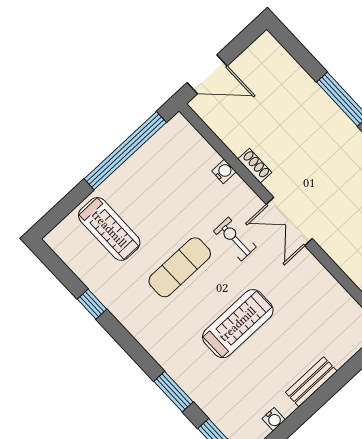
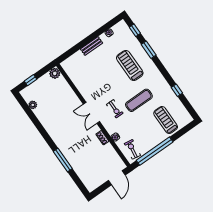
door: (207, 74) -> (117, 178), swing flipped
exercise bike: (179, 148) -> (132, 149), added
double door: (289, 222) -> (91, 113), swing flipped
treadmill: (238, 324) -> (130, 65), moved, turned 90

